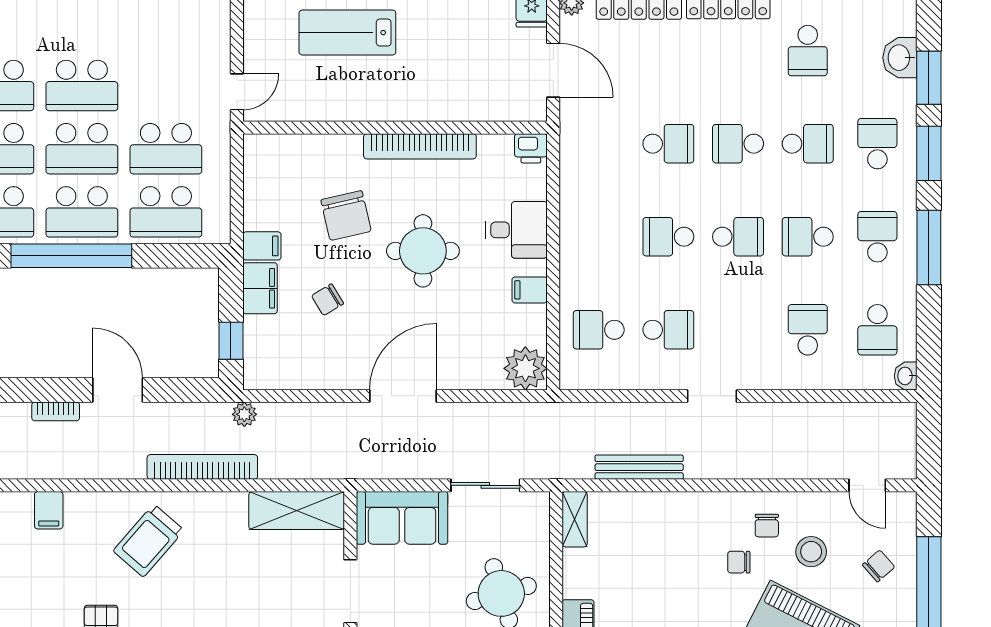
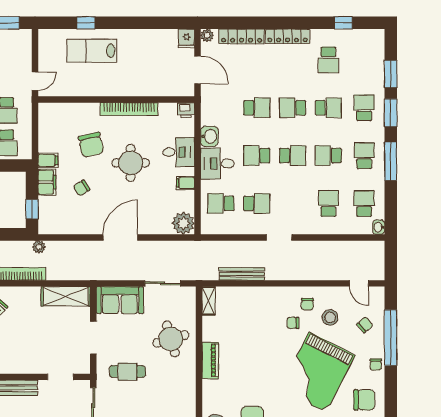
washbasin: (900, 58) -> (209, 136), moved, turned 180
desk: (592, 252) -> (217, 164), added
school desk: (877, 330) -> (364, 203), turned 180

